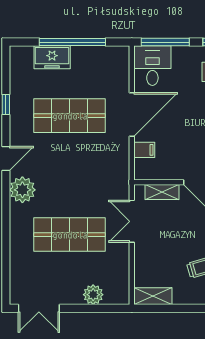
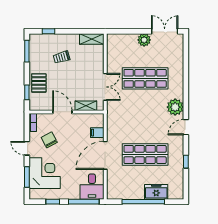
plant: (93, 295) -> (144, 40), moved

